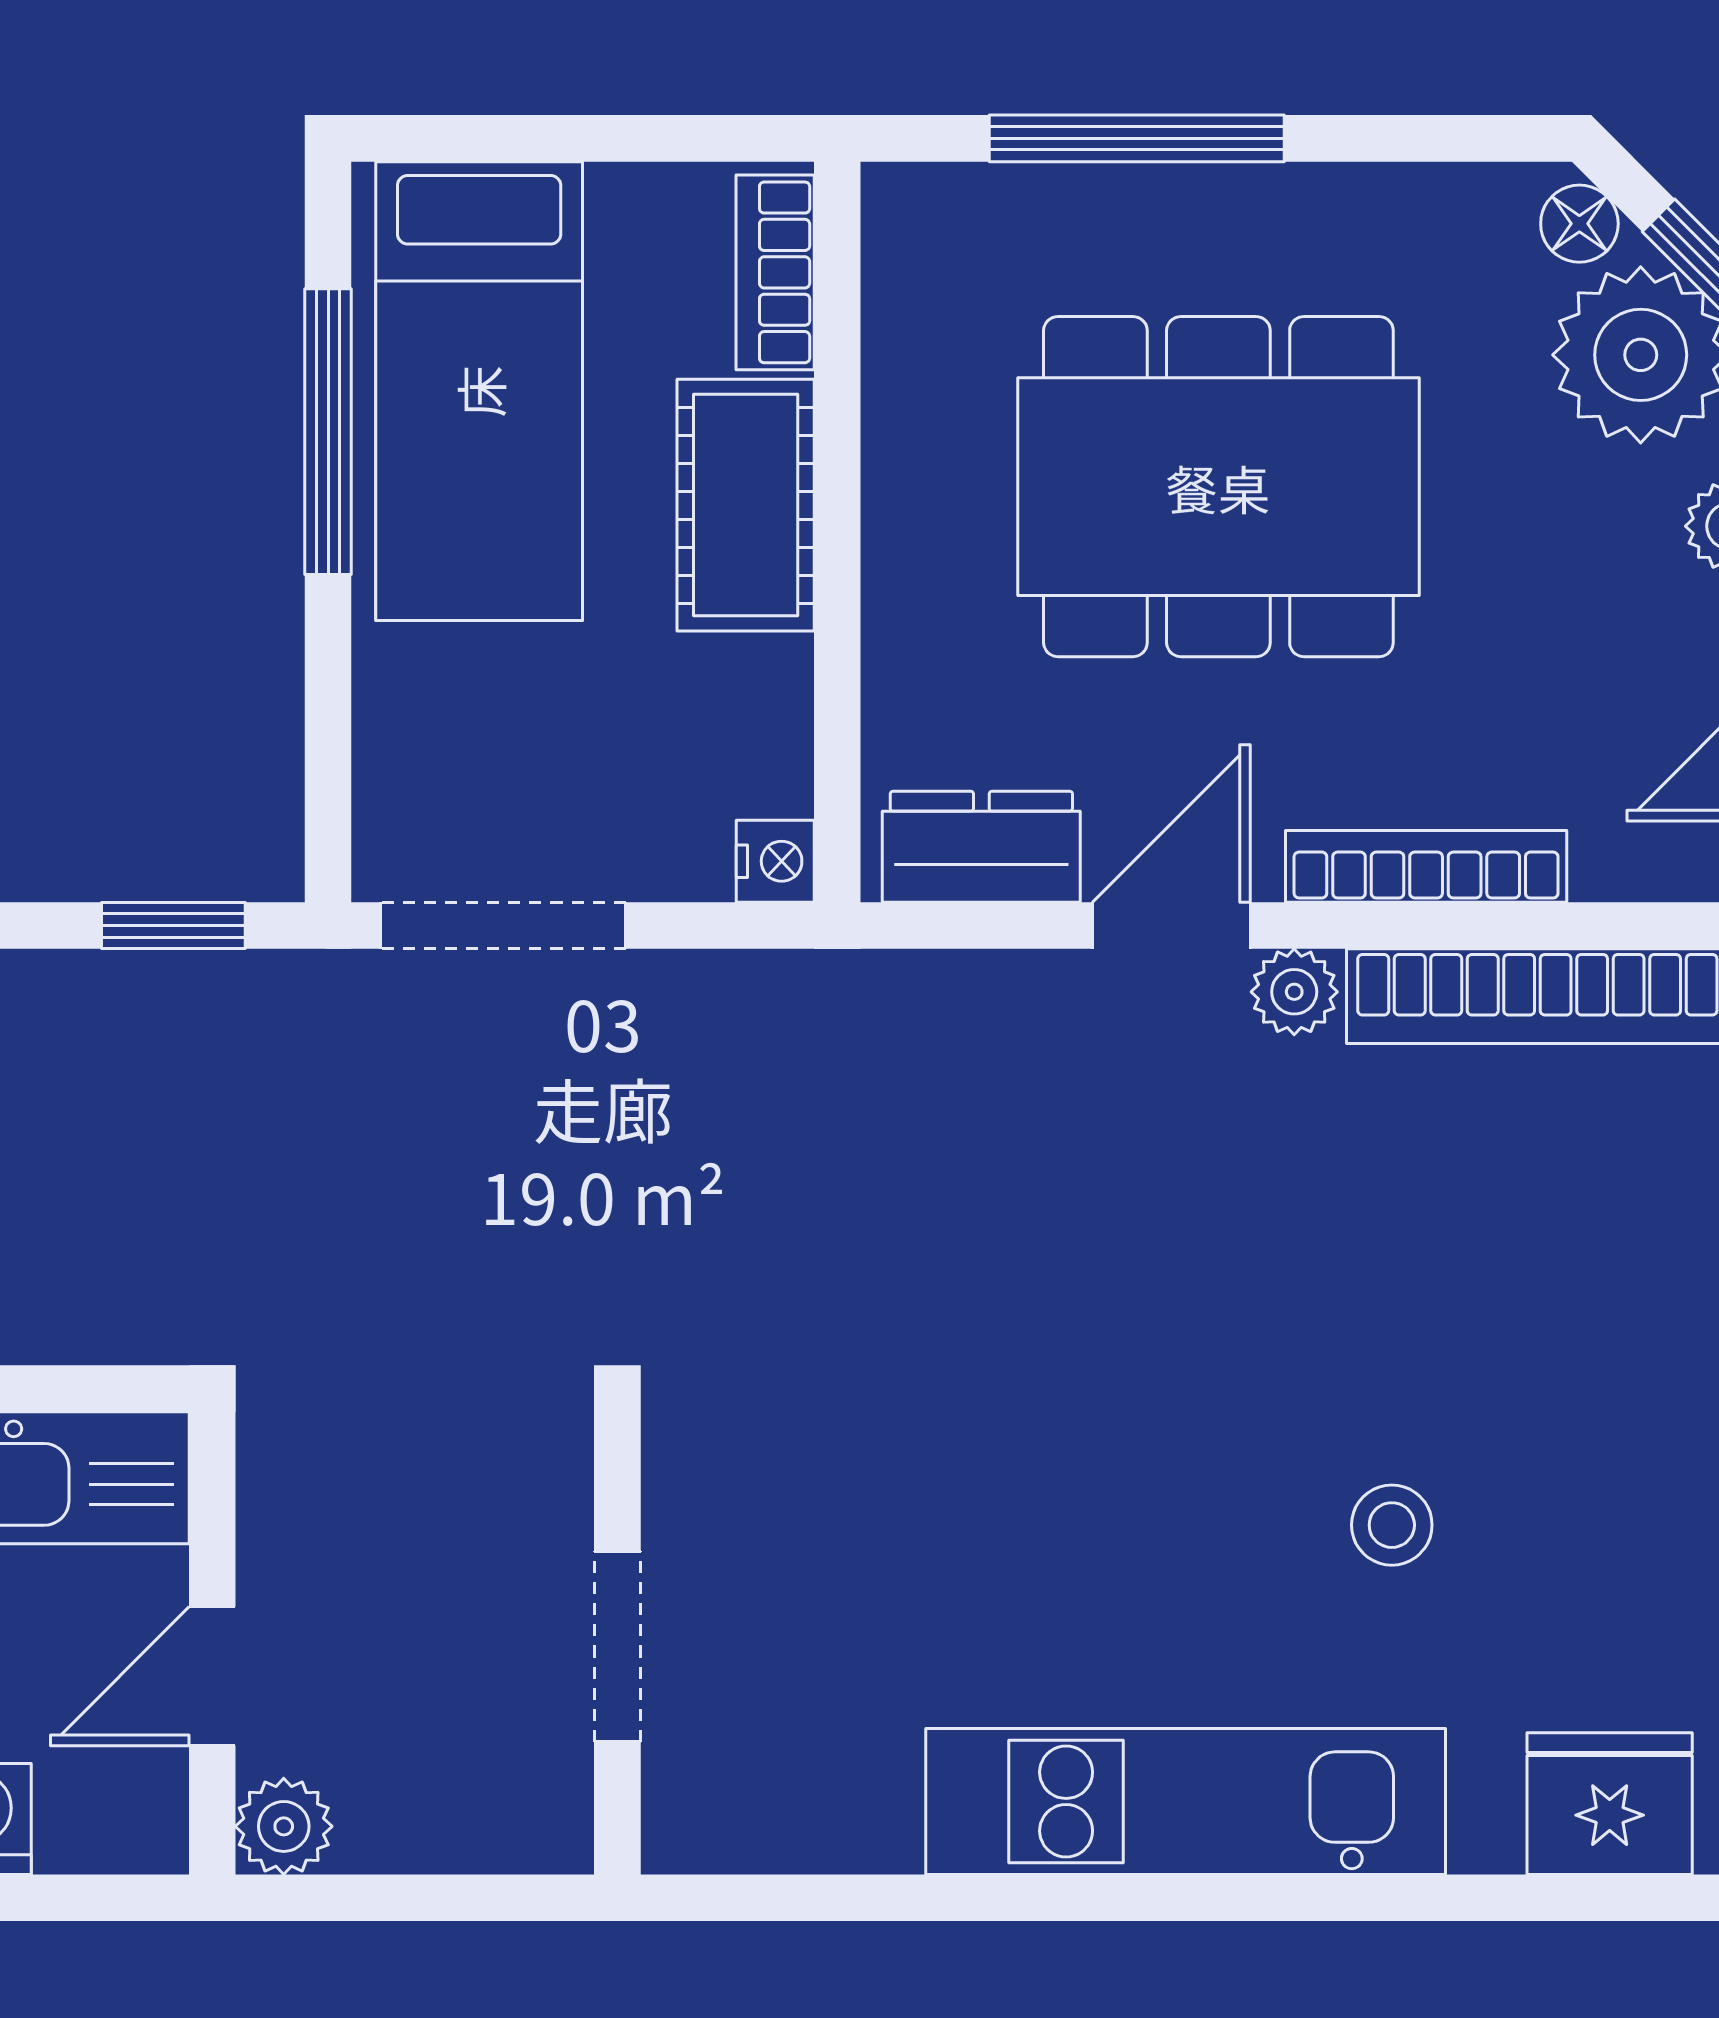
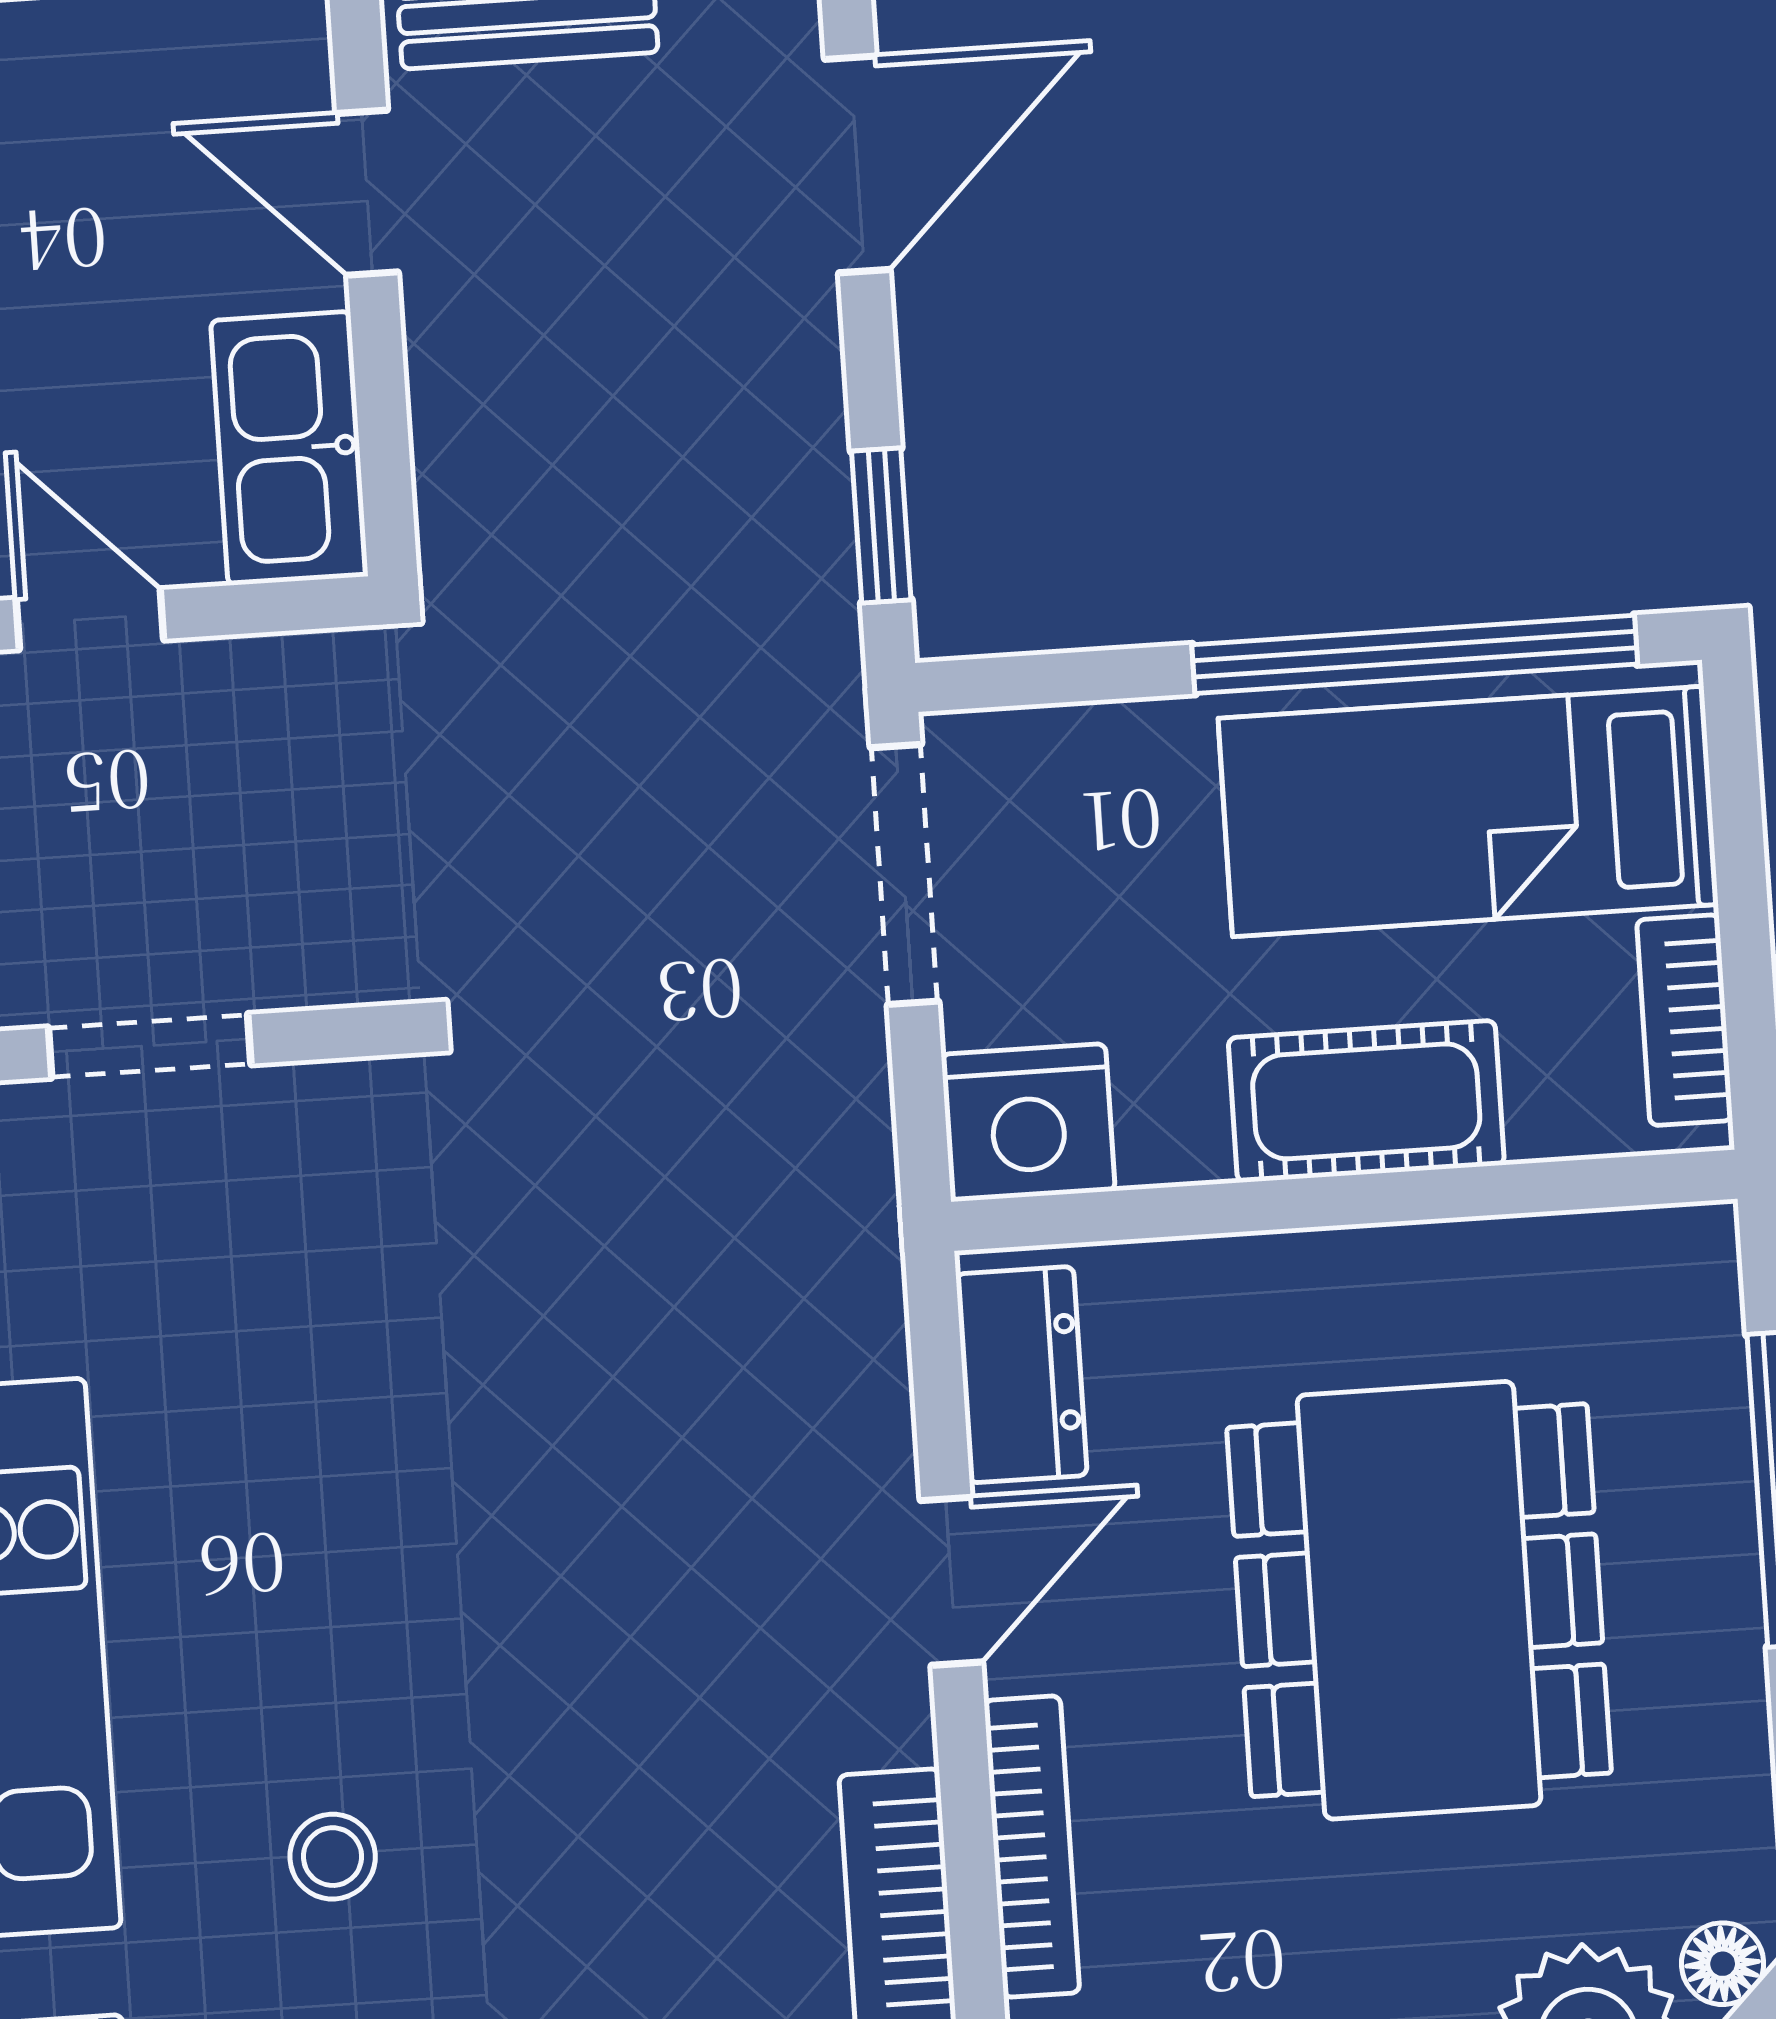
bookcase: (775, 272) -> (1685, 1020), moved, turned -90
window: (328, 432) -> (1415, 654), width x1.46
nightstand: (775, 861) -> (1028, 1123), width x1.89, depth x1.79
door: (1171, 926) -> (951, 1581), hinge flipped
plant: (1294, 992) -> (890, 1716), removed

